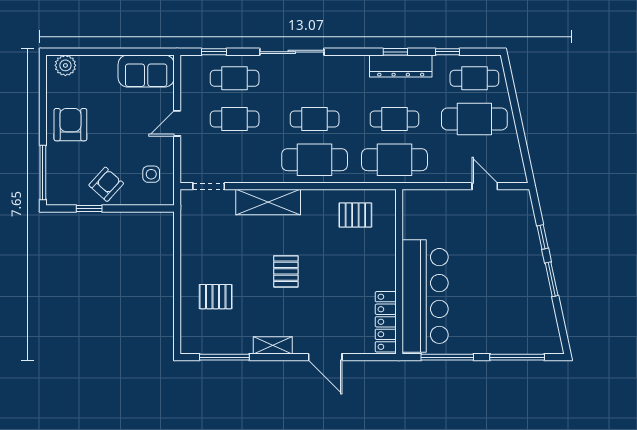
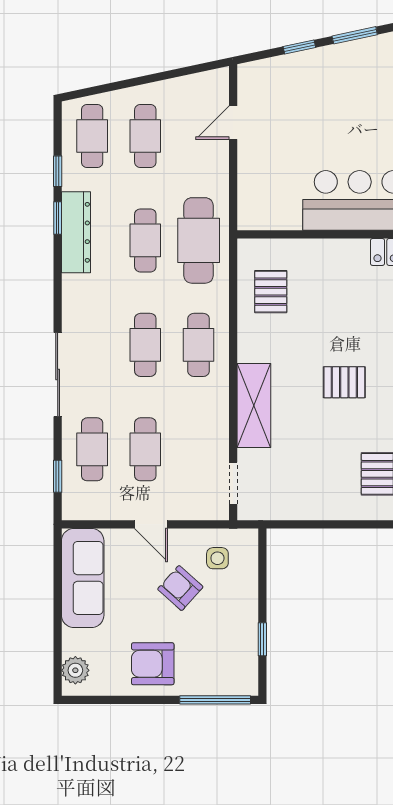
window: (395, 52) -> (58, 218), moved
sofa: (146, 71) -> (83, 578), width x1.36
cafe table: (474, 119) -> (145, 136), width x0.73, depth x0.74
cafe table: (315, 160) -> (199, 345), width x0.73, depth x0.74
armchair: (106, 184) -> (180, 588), moved

